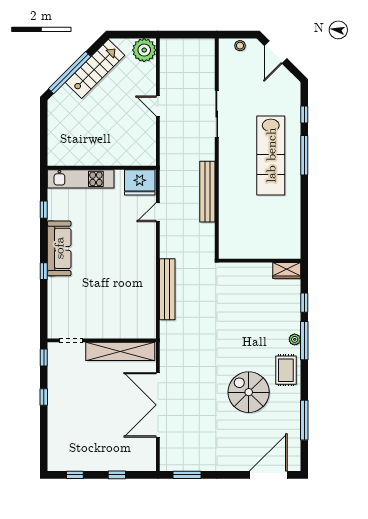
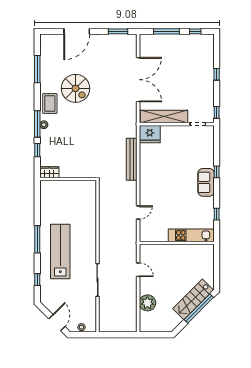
plant: (144, 50) -> (147, 303), moved
stairs: (95, 69) -> (193, 299), moved
door: (158, 106) -> (138, 270), moved
window: (304, 155) -> (37, 239), moved
fridge: (140, 182) -> (150, 134), moved, turned 180
bench: (207, 192) -> (104, 227), removed
sofa: (59, 248) -> (206, 182), width x0.73
window: (44, 397) -> (217, 74), moved
window: (117, 475) -> (166, 31), width x2.17
door: (268, 475) -> (77, 31), moved

